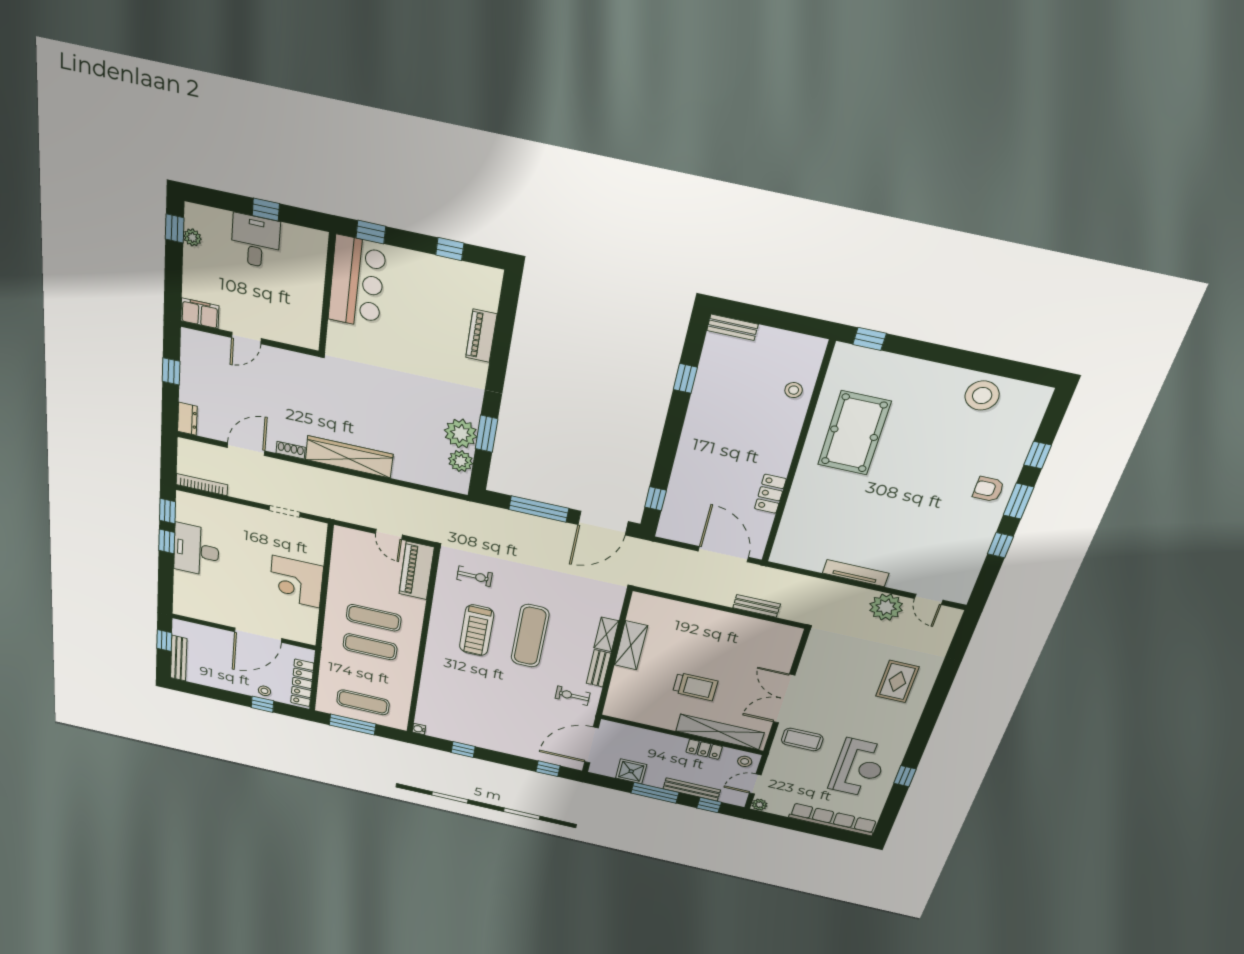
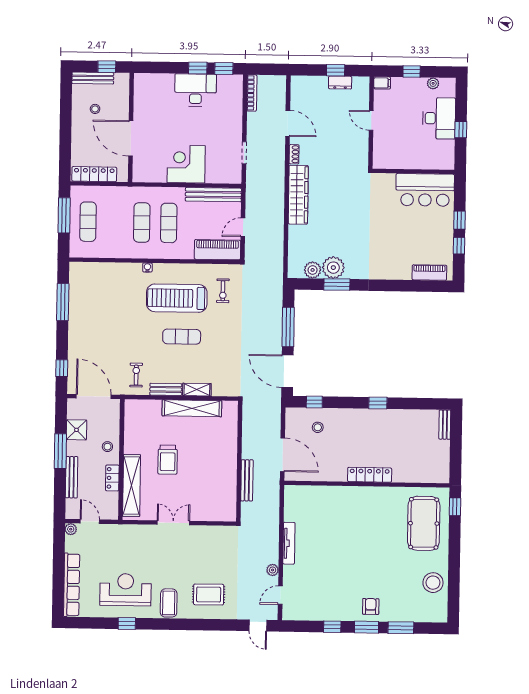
window: (175, 228) -> (412, 71), moved
window: (371, 232) -> (459, 220), moved
desk: (256, 241) -> (439, 118), width x1.37
filing cabinet: (200, 313) -> (382, 83), width x0.50
piano: (481, 336) -> (429, 273), moved
window: (685, 378) -> (378, 403), moved
stool: (794, 390) -> (318, 427), moved
dresser: (187, 419) -> (340, 83), moved
pool table: (854, 433) -> (424, 523), moved, turned 90
window: (1038, 455) -> (401, 628), width x1.50
locker: (770, 494) -> (370, 475), moved, width x1.53
door: (723, 554) -> (282, 455), hinge flipped
bench: (340, 559) -> (213, 195), added
bench: (757, 606) -> (247, 480), width x1.36
plant: (886, 607) -> (273, 570), width x0.53, depth x0.53
treadmill: (477, 630) -> (177, 298), width x1.37, depth x1.38
door: (963, 635) -> (258, 625), added
exercise mat: (530, 636) -> (182, 337), width x0.73, depth x0.69
shelving: (631, 645) -> (192, 408), width x1.47
stool: (264, 691) -> (95, 109), moved
double door: (784, 699) -> (173, 523), width x0.73
window: (262, 704) -> (65, 145), removed
water cooler: (419, 729) -> (147, 267), moved
coffee table: (802, 739) -> (169, 603), moved
window: (463, 750) -> (63, 302), width x2.17
stool: (745, 761) -> (107, 447), moved
reception desk: (859, 768) -> (126, 590), turned 180
window: (709, 805) -> (60, 493), removed

